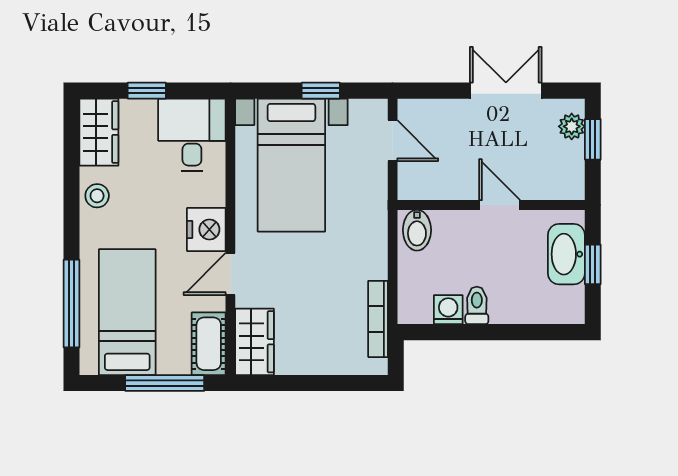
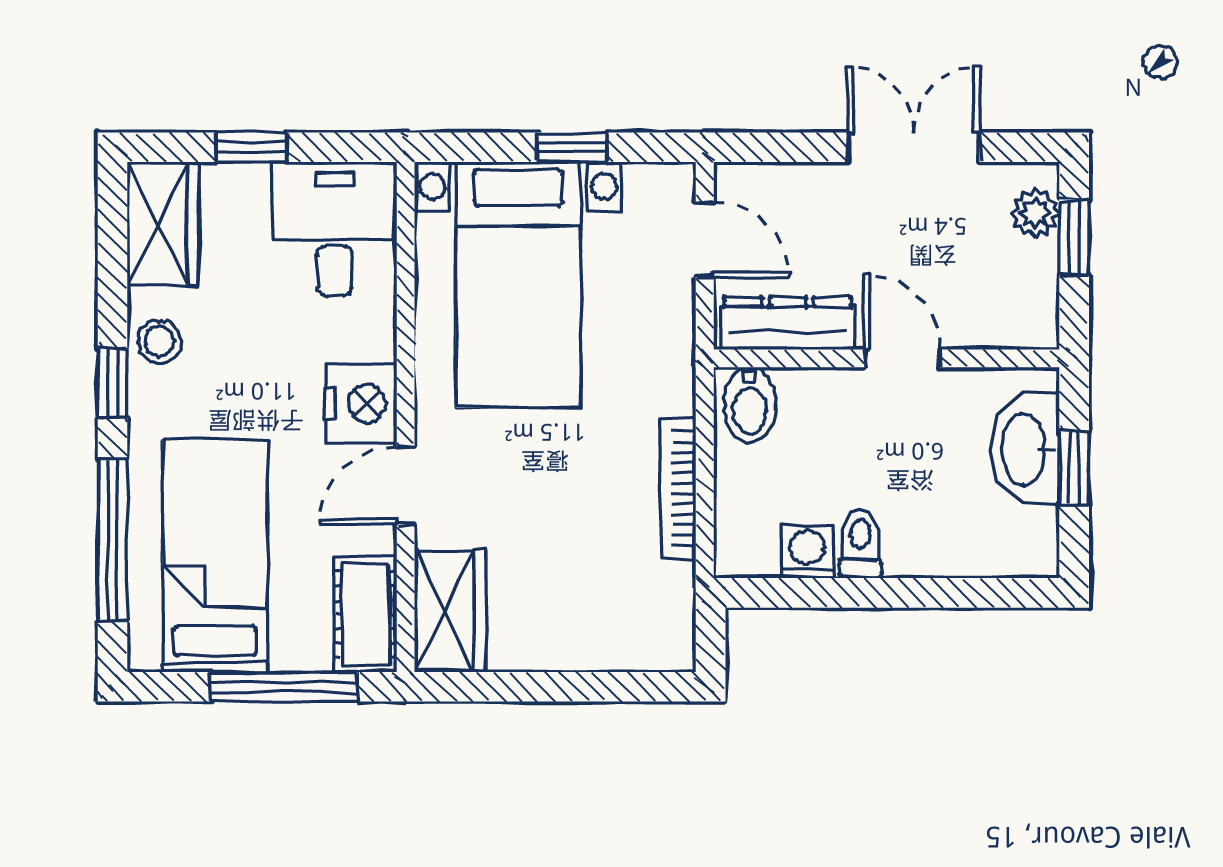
dresser: (437, 186) -> (788, 323), added
window: (72, 218) -> (112, 383), added
bookcase: (378, 319) -> (678, 489), moved

